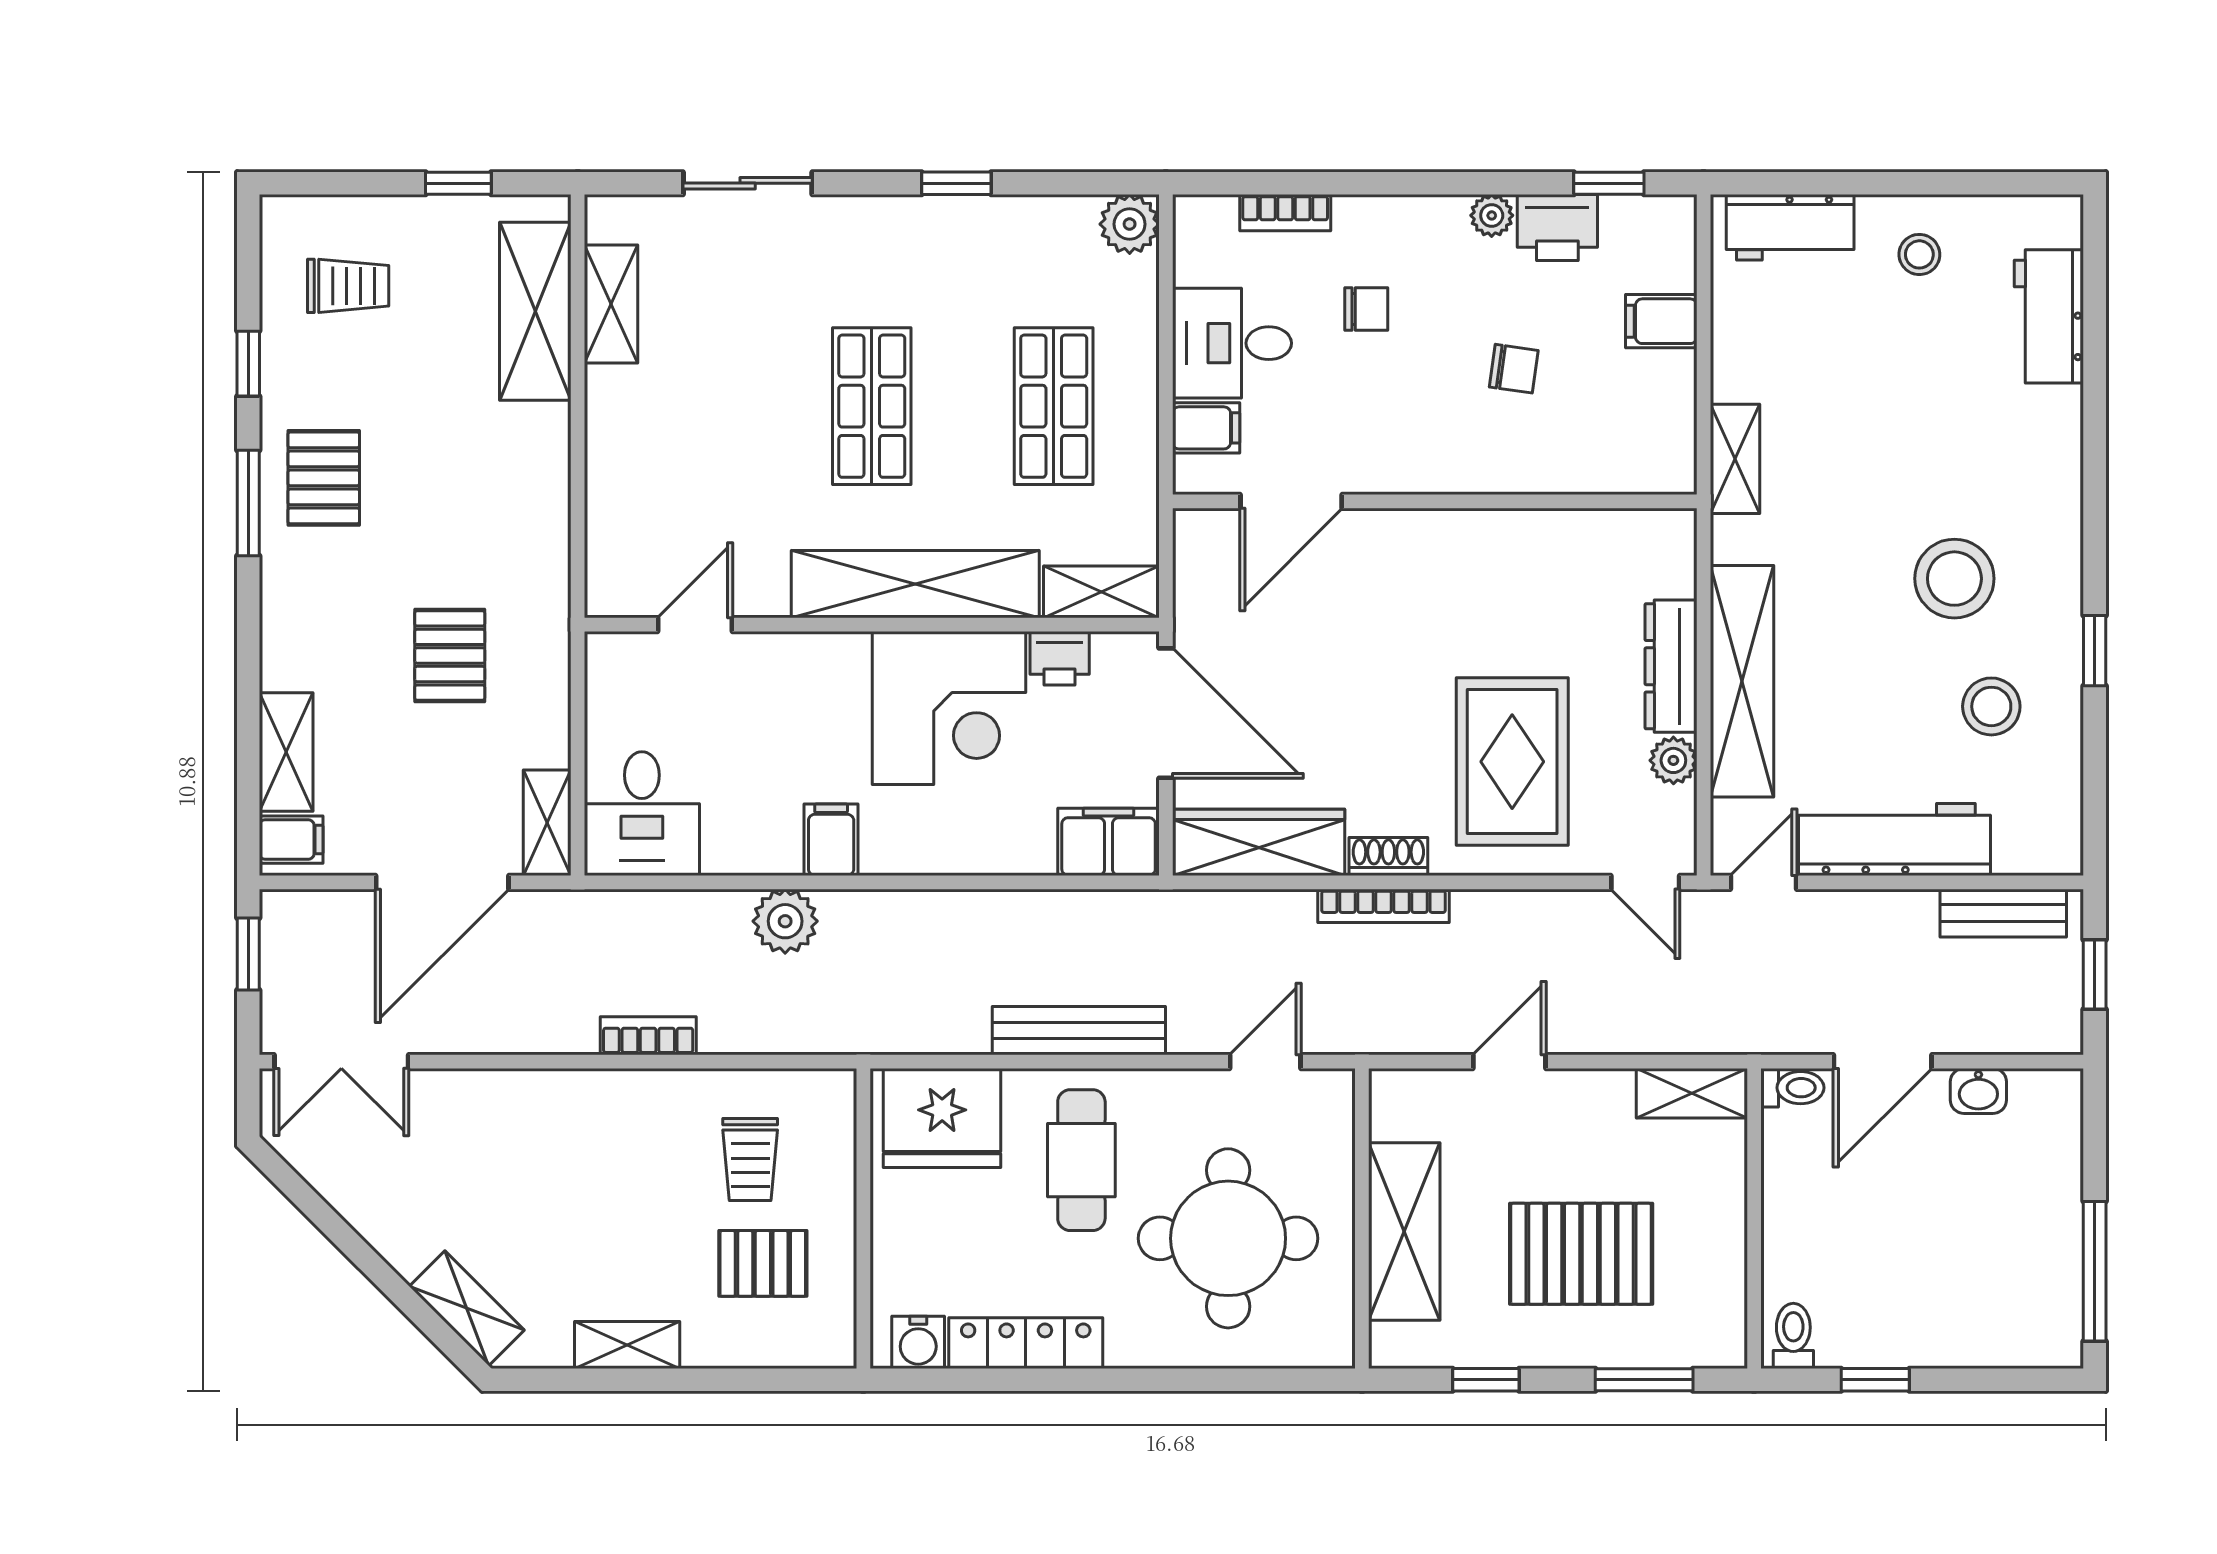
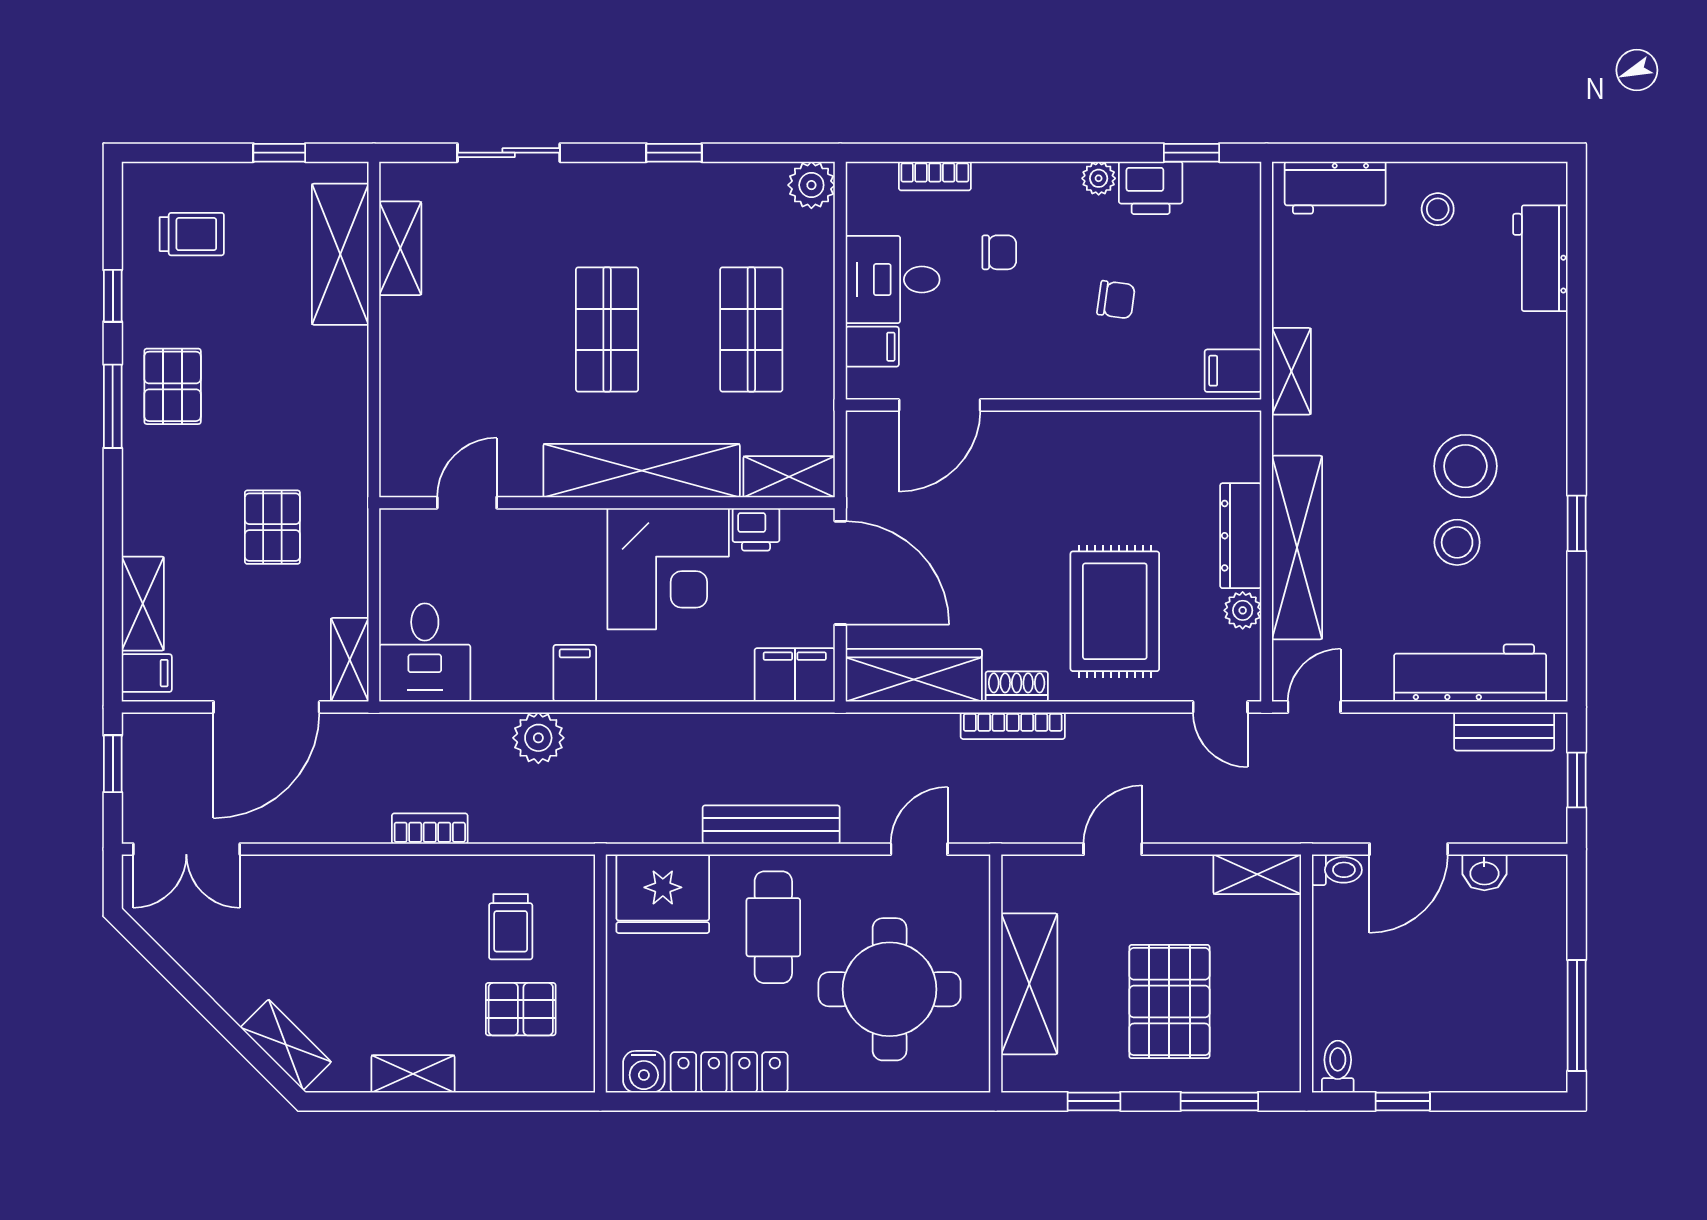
filing cabinet: (1661, 321) -> (1233, 371), moved
stool: (1991, 706) -> (1457, 542), moved
workbench: (1894, 840) -> (1470, 673), moved
pallet: (1581, 1254) -> (1169, 1002), turned 90

